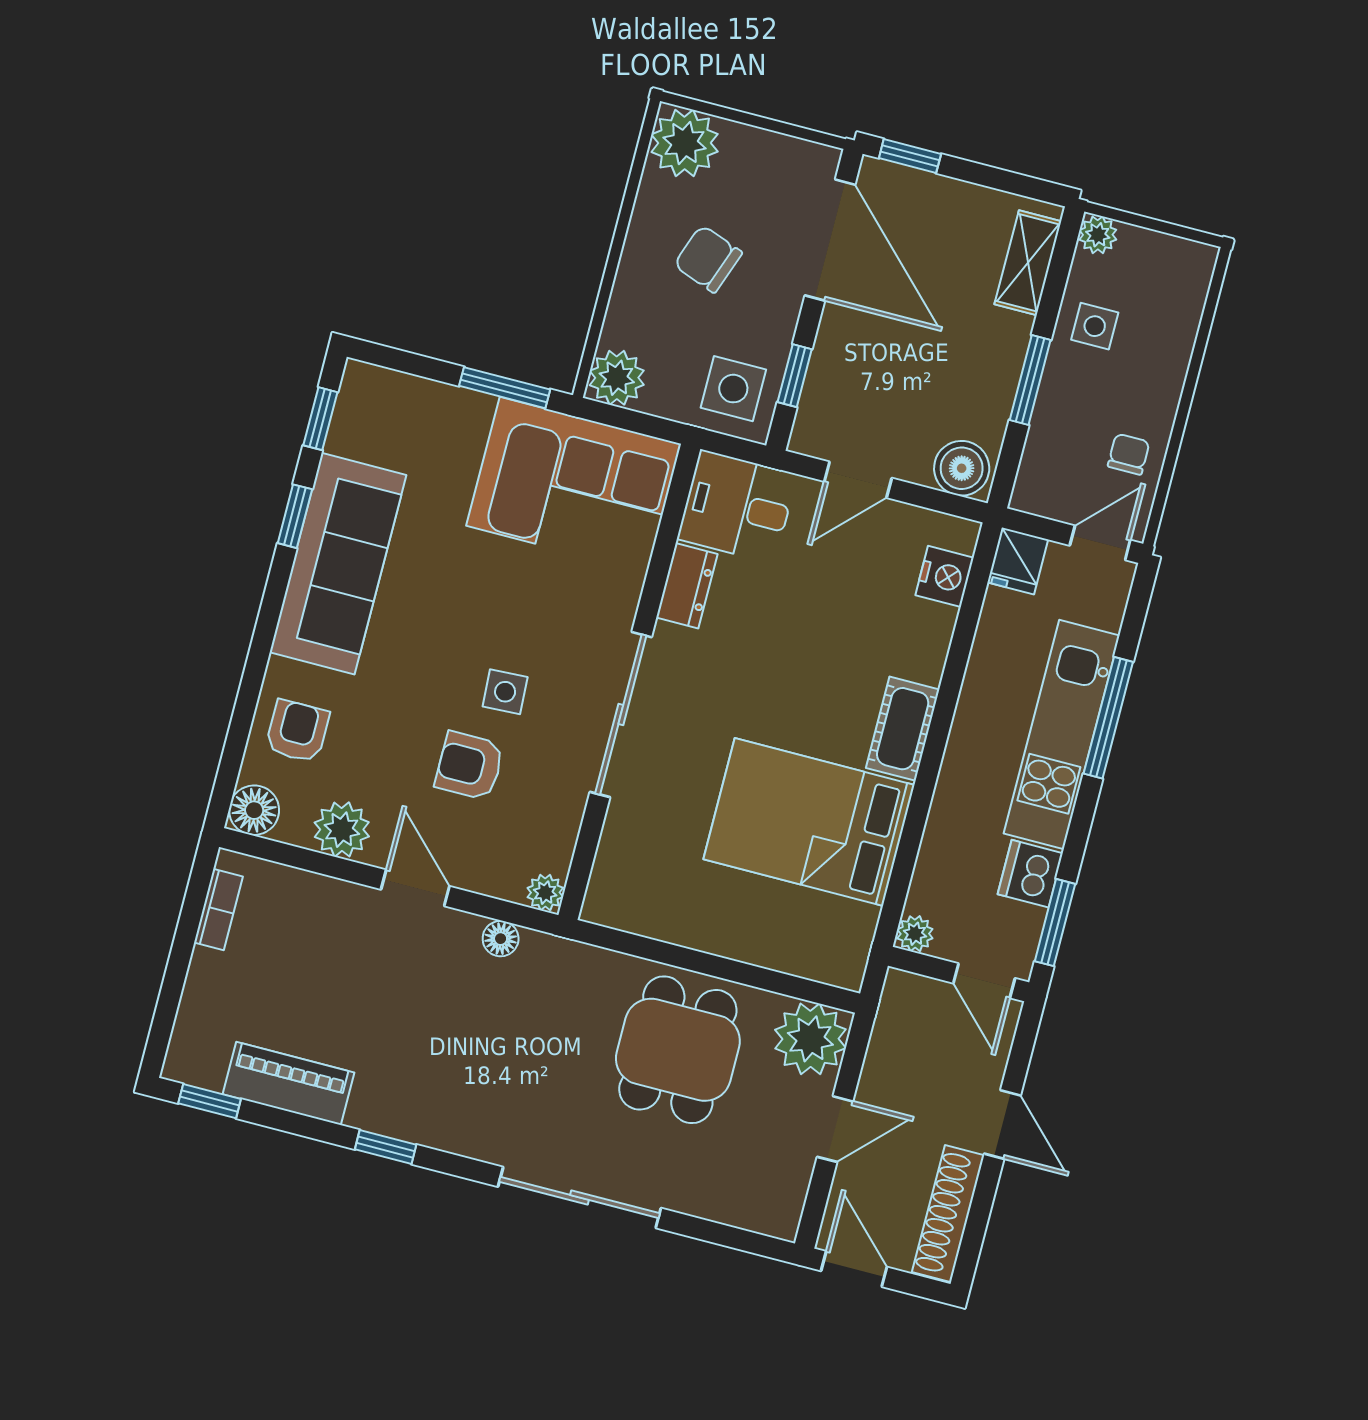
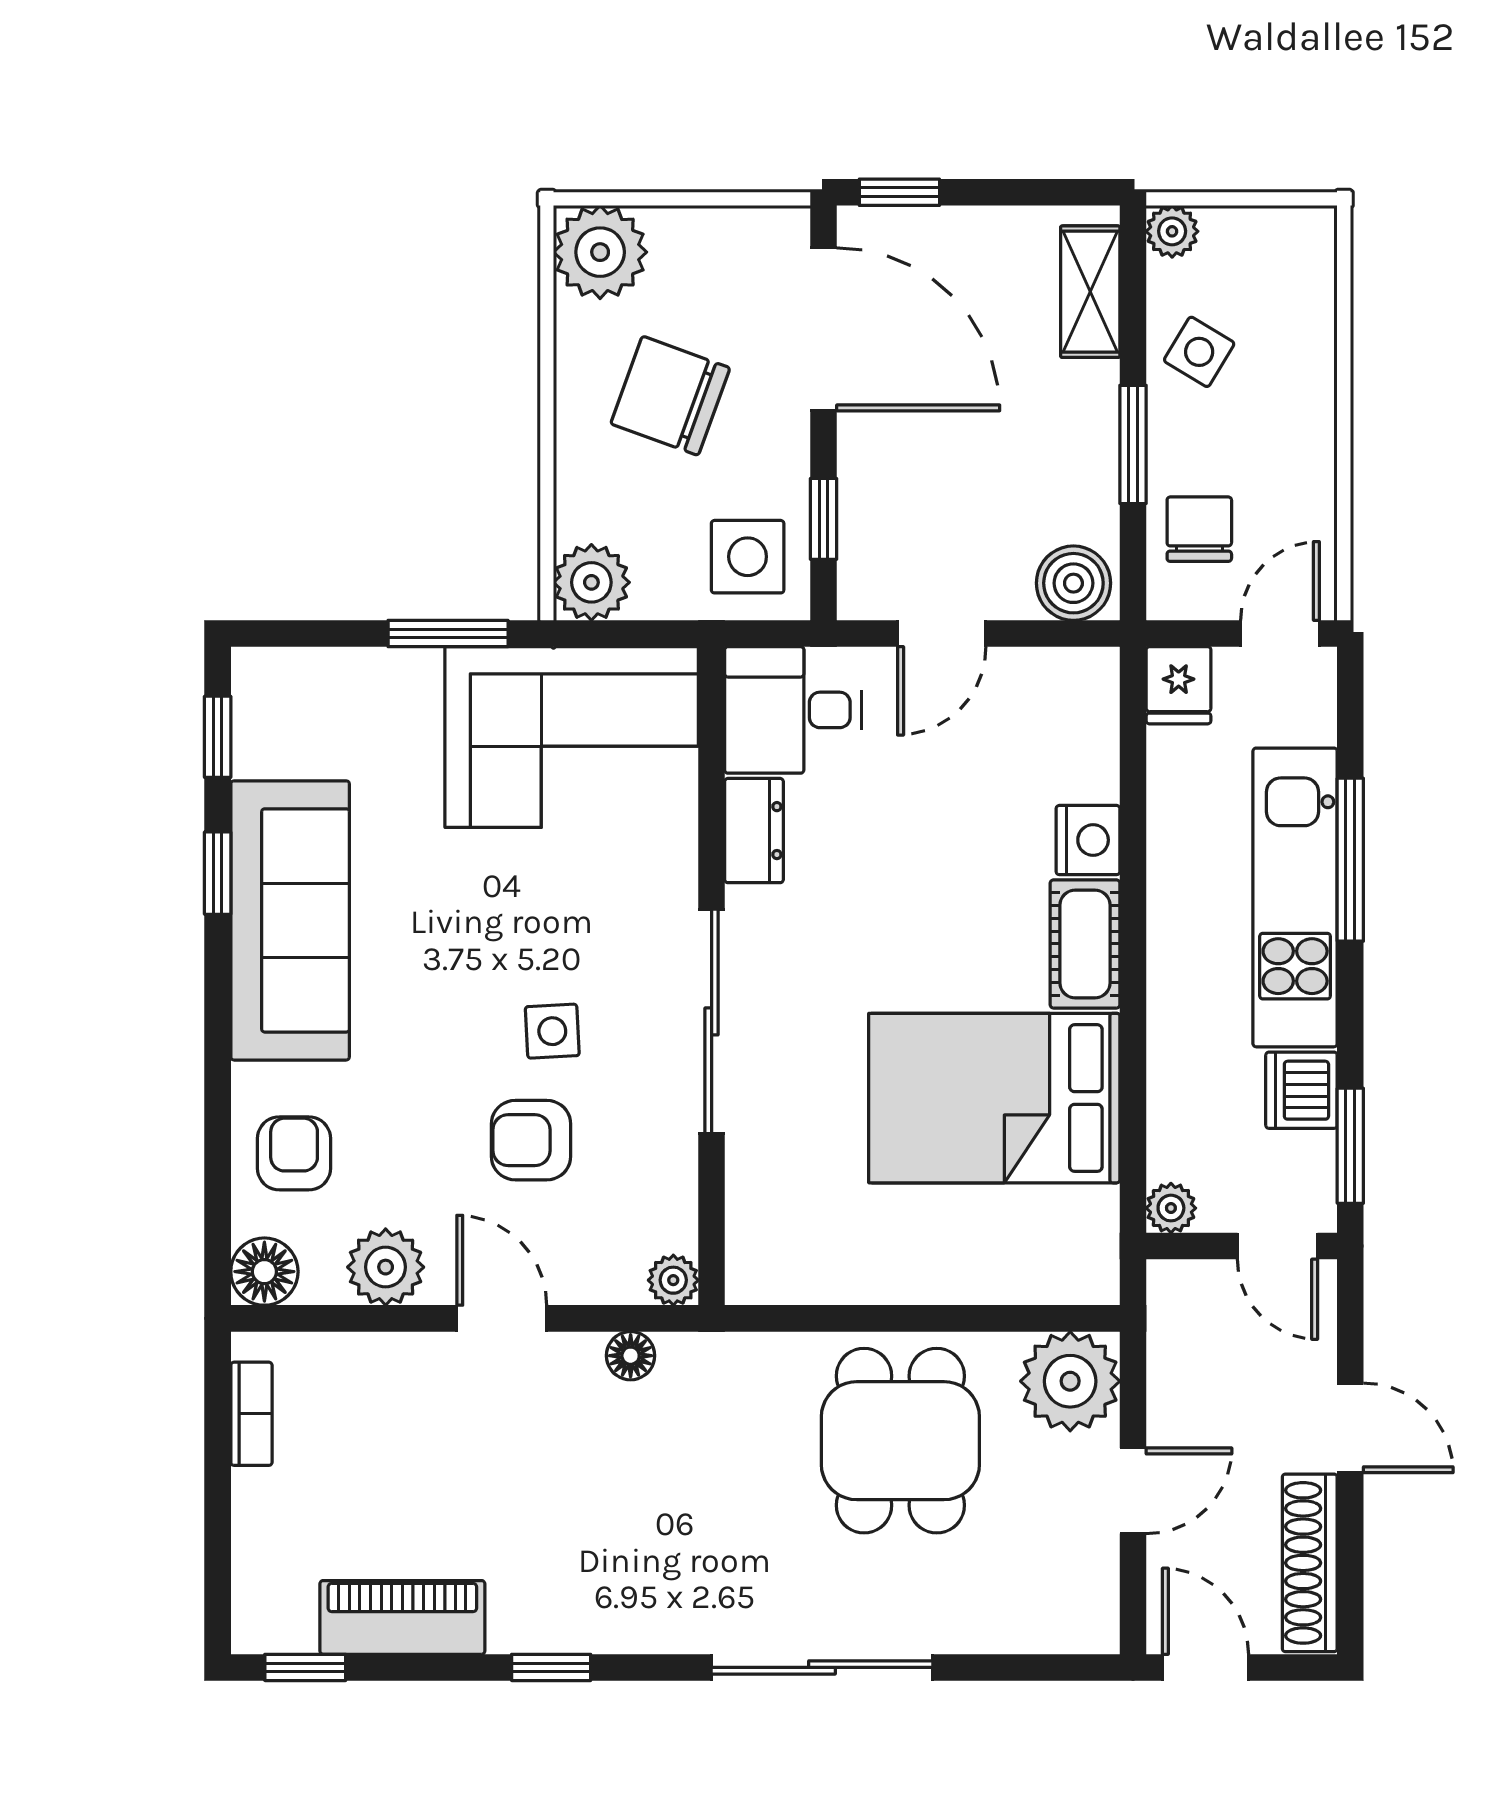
chair: (708, 259) -> (670, 396), width x1.37, depth x1.37
side table: (1095, 326) -> (1199, 352), turned 31
chair: (1129, 454) -> (1199, 529), moved, width x1.37, depth x1.37
nightstand: (945, 576) -> (1088, 840), moved

